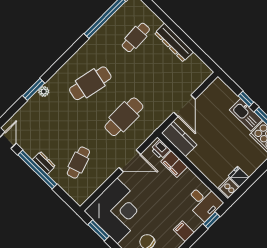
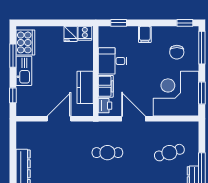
window: (246, 99) -> (13, 95), moved
cafe table: (124, 117) -> (107, 153), width x0.73, depth x0.74
kitchen counter: (179, 139) -> (85, 87), moved
desk: (204, 202) -> (113, 61), moved, turned -90

